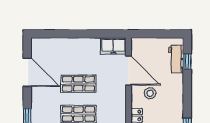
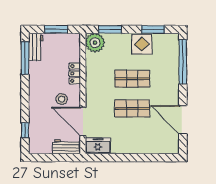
workbench: (176, 59) -> (67, 147), moved, turned -90

